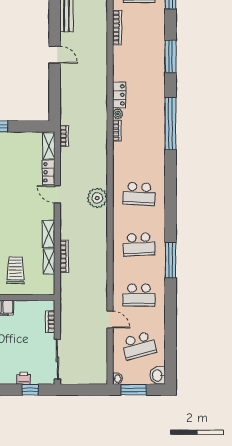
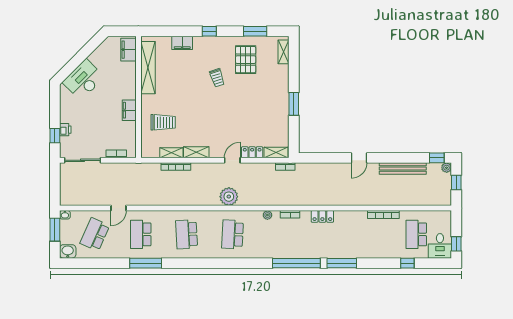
window: (171, 57) -> (342, 263), moved
plant: (118, 114) -> (267, 215), moved
window: (171, 260) -> (146, 263), moved
school desk: (139, 346) -> (95, 234), turned 39

